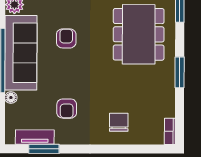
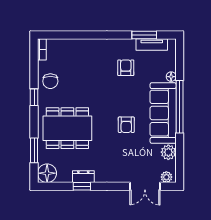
dining table: (139, 34) -> (67, 128), turned 90
window: (180, 72) -> (34, 97), width x0.67
chair: (119, 122) -> (50, 81), moved

